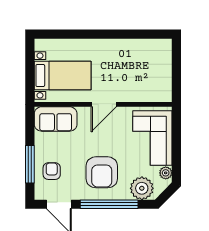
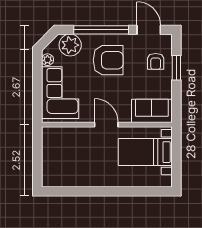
door: (104, 104) -> (106, 125), hinge flipped
window: (30, 164) -> (176, 68), width x0.69
armchair: (102, 172) -> (108, 60), turned 90

